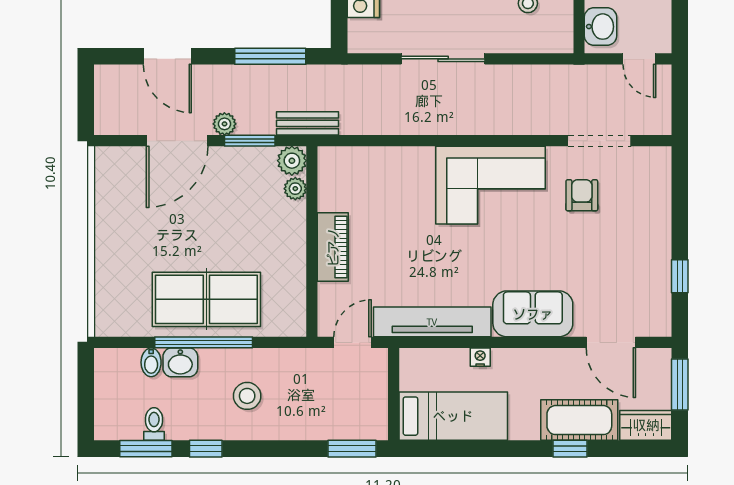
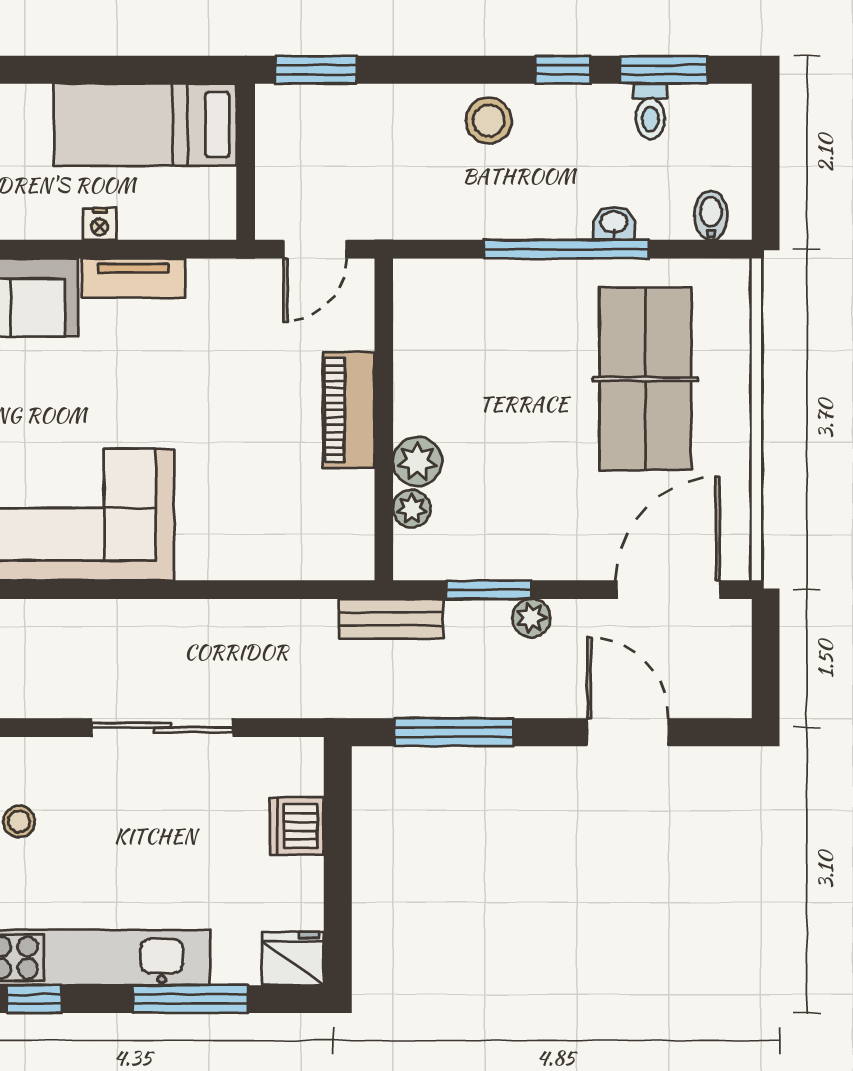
door: (177, 141) -> (668, 590), moved
plant: (292, 161) -> (418, 462), moved
table tennis table: (206, 299) -> (645, 379), moved, turned 90
tv unit: (432, 322) -> (133, 278), width x0.52, depth x0.78
bidet: (151, 362) -> (711, 216), moved
washbasin: (180, 362) -> (614, 223), width x0.72, depth x0.69
stool: (247, 396) -> (489, 121), moved

